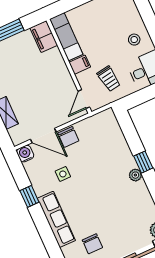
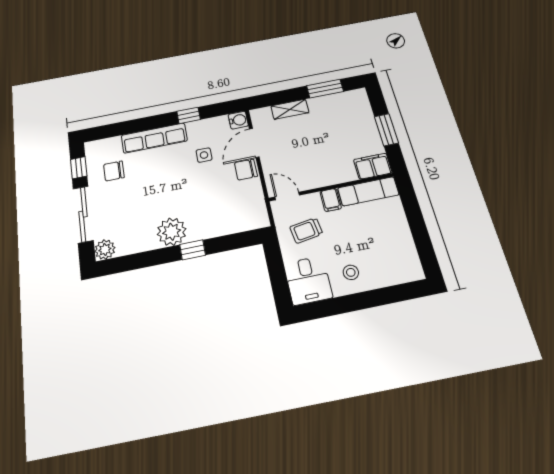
plant: (135, 175) -> (172, 232), width x1.88, depth x1.88

